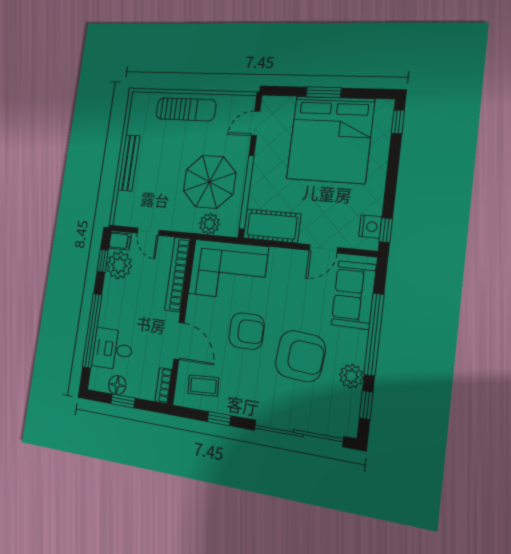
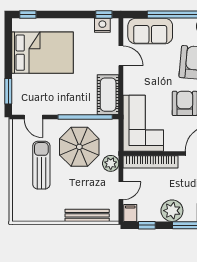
window: (324, 92) -> (8, 91), moved
sun lounger: (186, 109) -> (41, 165), moved
bed: (330, 139) -> (43, 53), width x0.73
bench: (129, 163) -> (87, 215), moved
plant: (209, 224) -> (111, 163), moved
plant: (119, 265) -> (172, 211), moved

